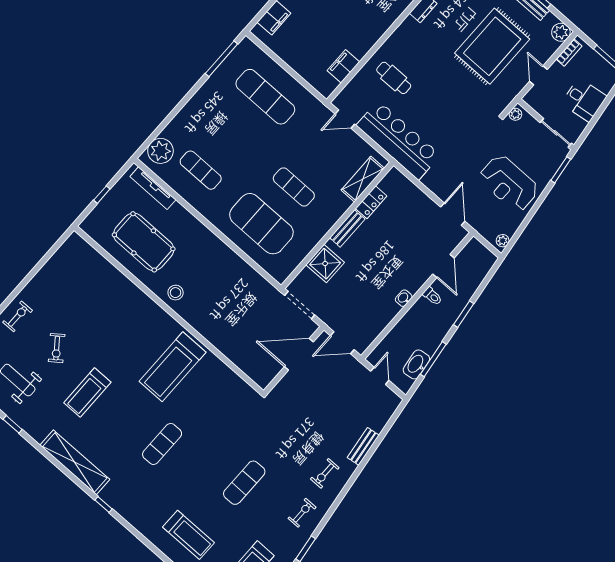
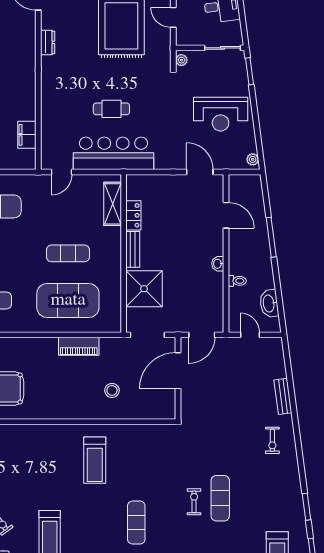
cafe table: (394, 78) -> (111, 109), moved
shower: (325, 264) -> (144, 289), width x1.37, depth x1.37
piano: (238, 267) -> (79, 346), added
stool: (176, 293) -> (112, 390), moved
toilet: (432, 296) -> (237, 281), moved
window: (464, 314) -> (271, 237), width x1.44
window: (433, 359) -> (278, 289), removed
treadmill: (172, 367) -> (95, 460), width x0.73, depth x0.73
exercise bike: (302, 513) -> (194, 502), moved

